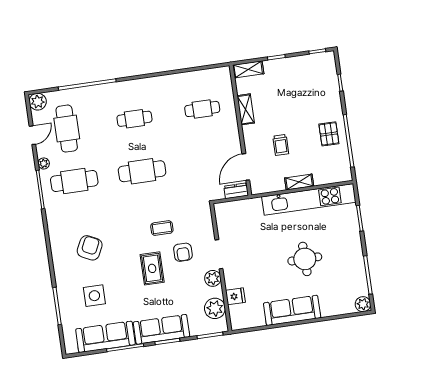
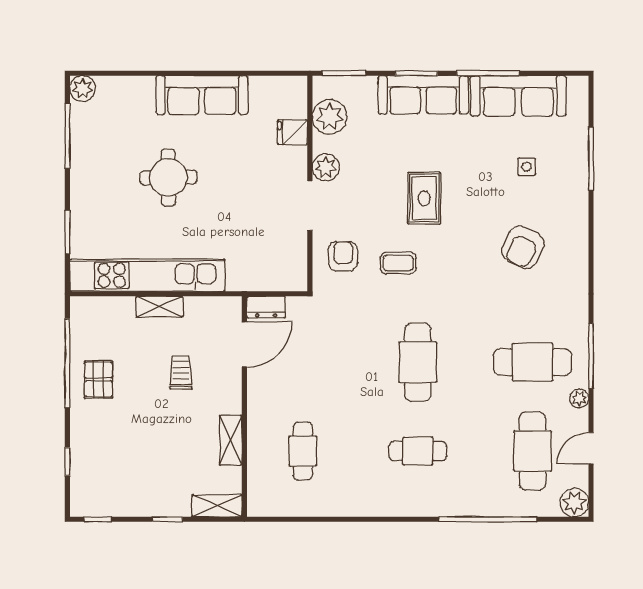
cafe table: (202, 109) -> (303, 451), turned 90
cafe table: (142, 171) -> (418, 362), turned 90
armchair: (183, 252) -> (343, 256), moved
side table: (94, 296) -> (527, 167), width x0.54, depth x0.54

